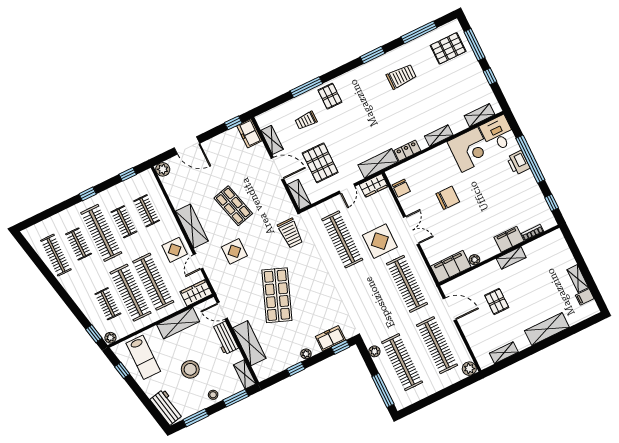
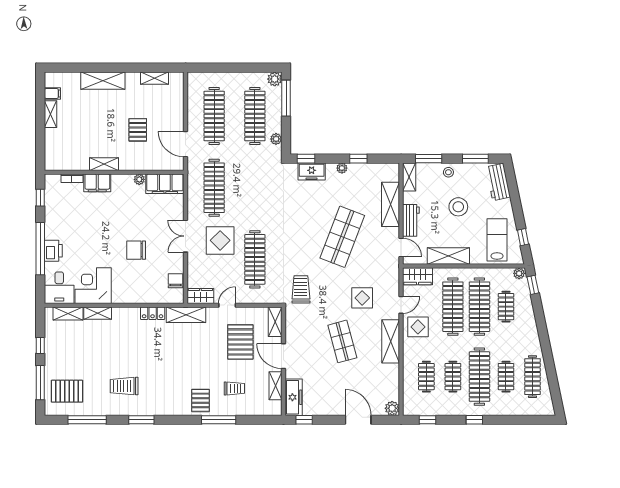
freezer: (249, 133) -> (294, 397), width x1.40
shelving: (439, 136) -> (98, 313), moved
plant: (469, 369) -> (275, 79), moved

